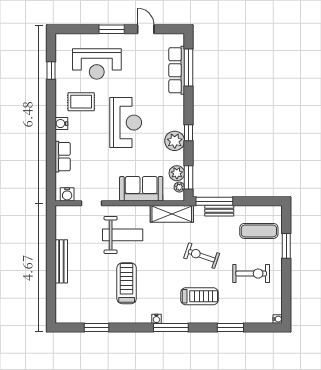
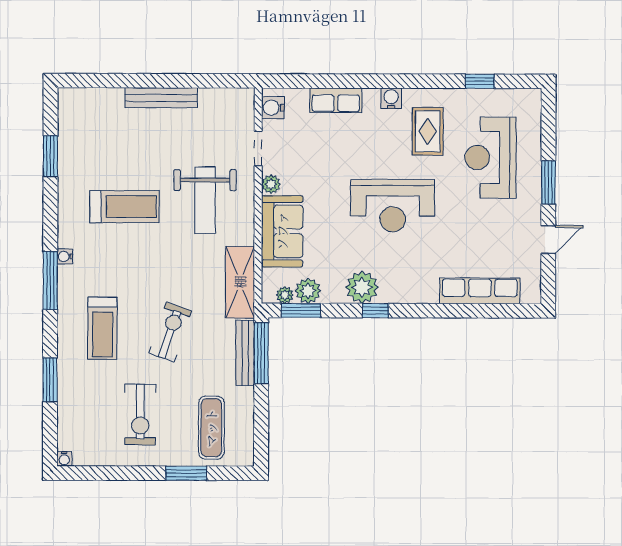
window: (189, 68) -> (484, 311), removed
plant: (113, 195) -> (271, 184), added
bench: (219, 211) -> (245, 353), width x1.36

